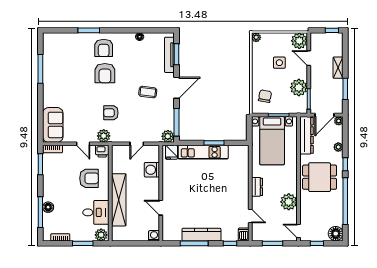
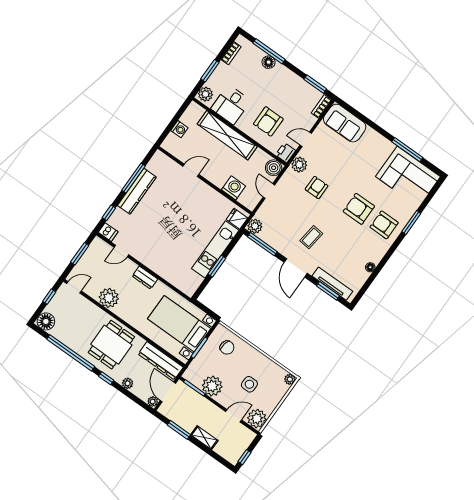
corner sofa: (59, 55) -> (408, 177), added
boiler: (118, 152) -> (274, 168), added
washing machine: (154, 236) -> (179, 129), moved

